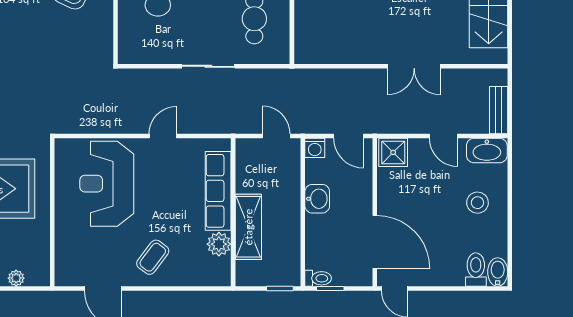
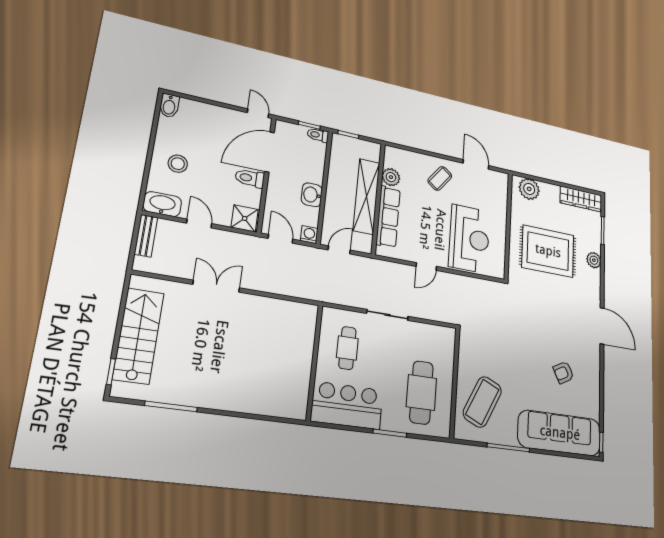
door: (276, 136) -> (339, 250), swing flipped
shelving: (248, 227) -> (367, 196), width x1.47
door: (375, 242) -> (269, 152), hinge flipped
toilet: (476, 270) -> (250, 178), moved, turned 90
plant: (16, 278) -> (529, 189), width x1.88, depth x1.88

